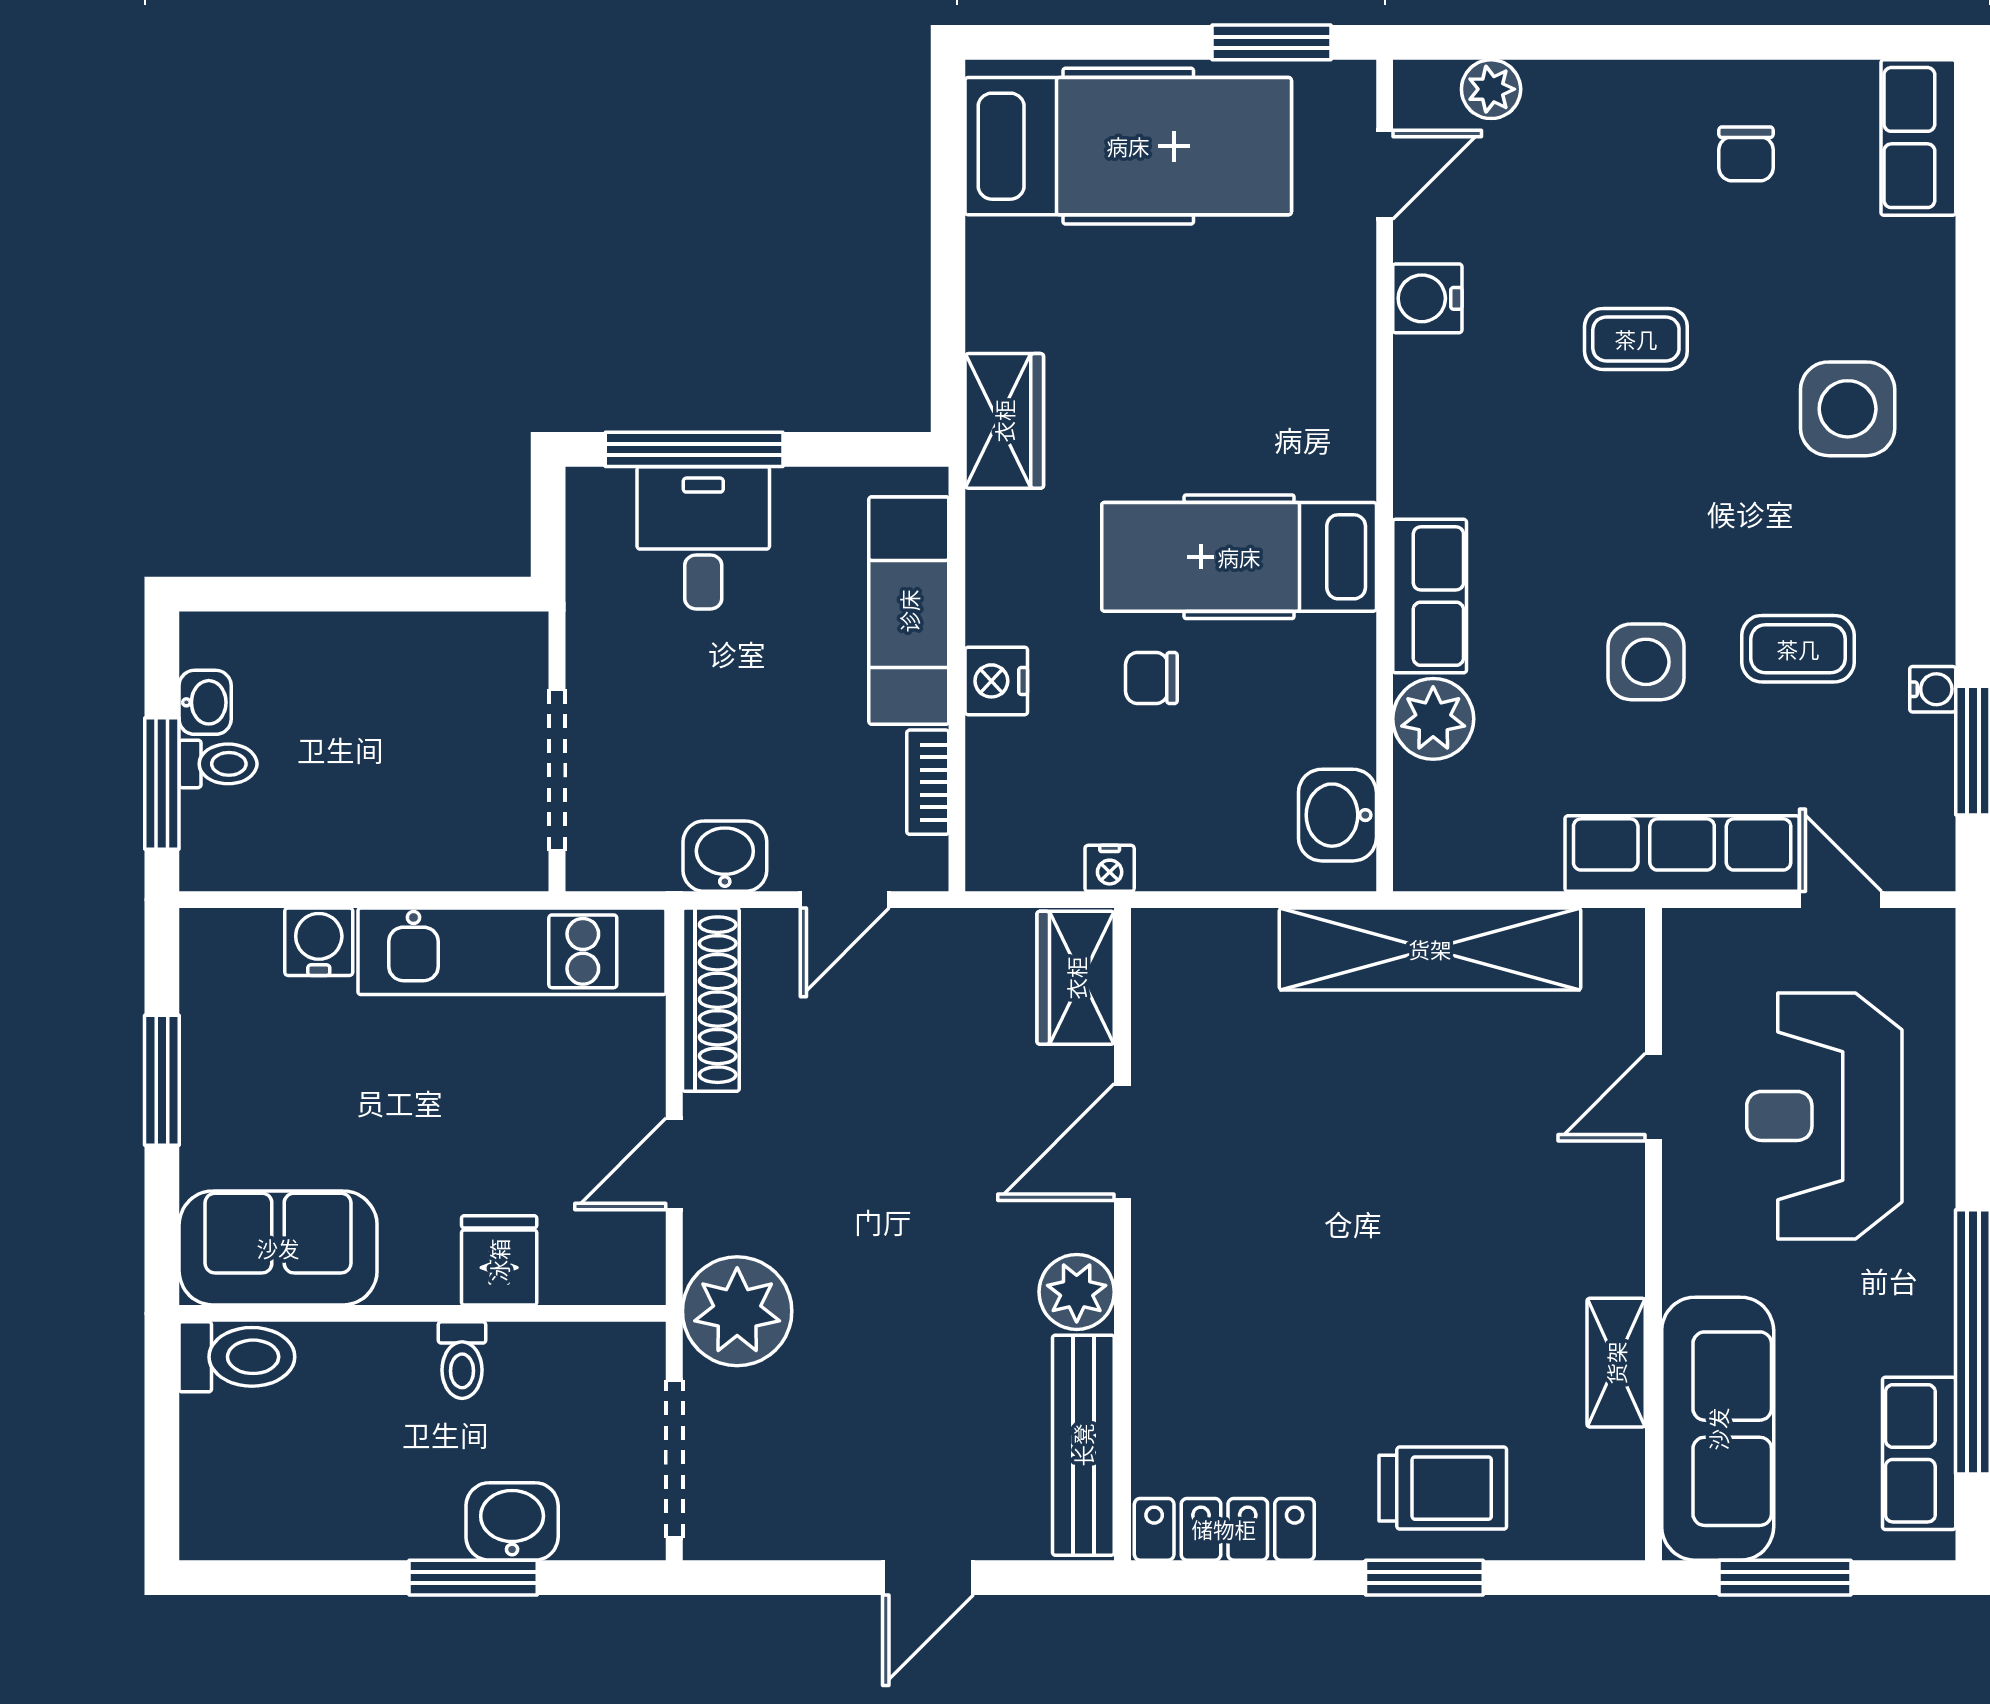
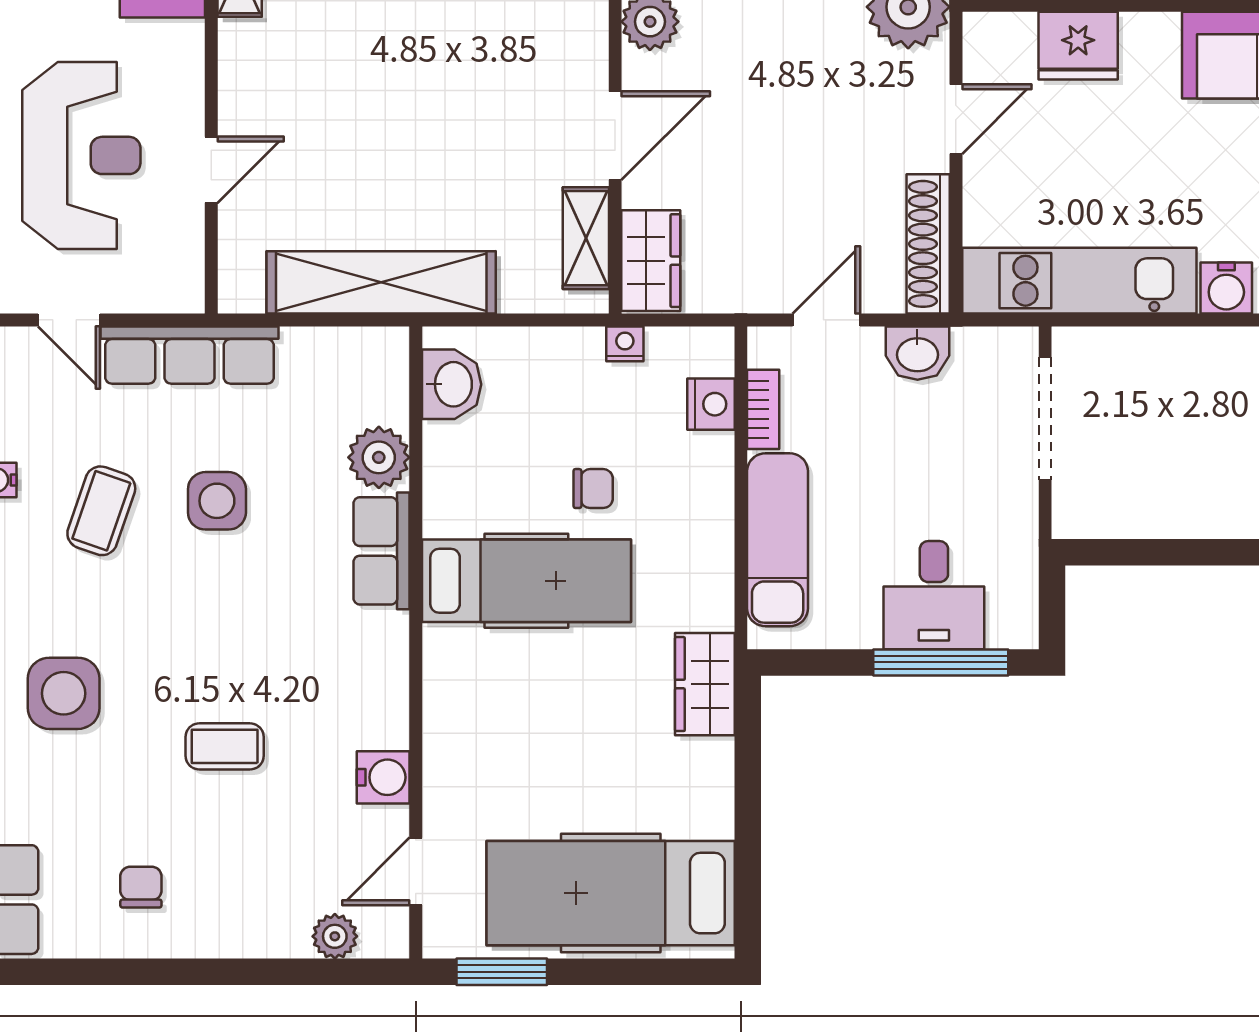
coffee table: (1798, 649) -> (101, 511), turned -71
nightstand: (996, 681) -> (711, 404), moved
shelving: (1161, 1007) -> (586, 238), added
fridge: (499, 1260) -> (1078, 46), width x1.38

